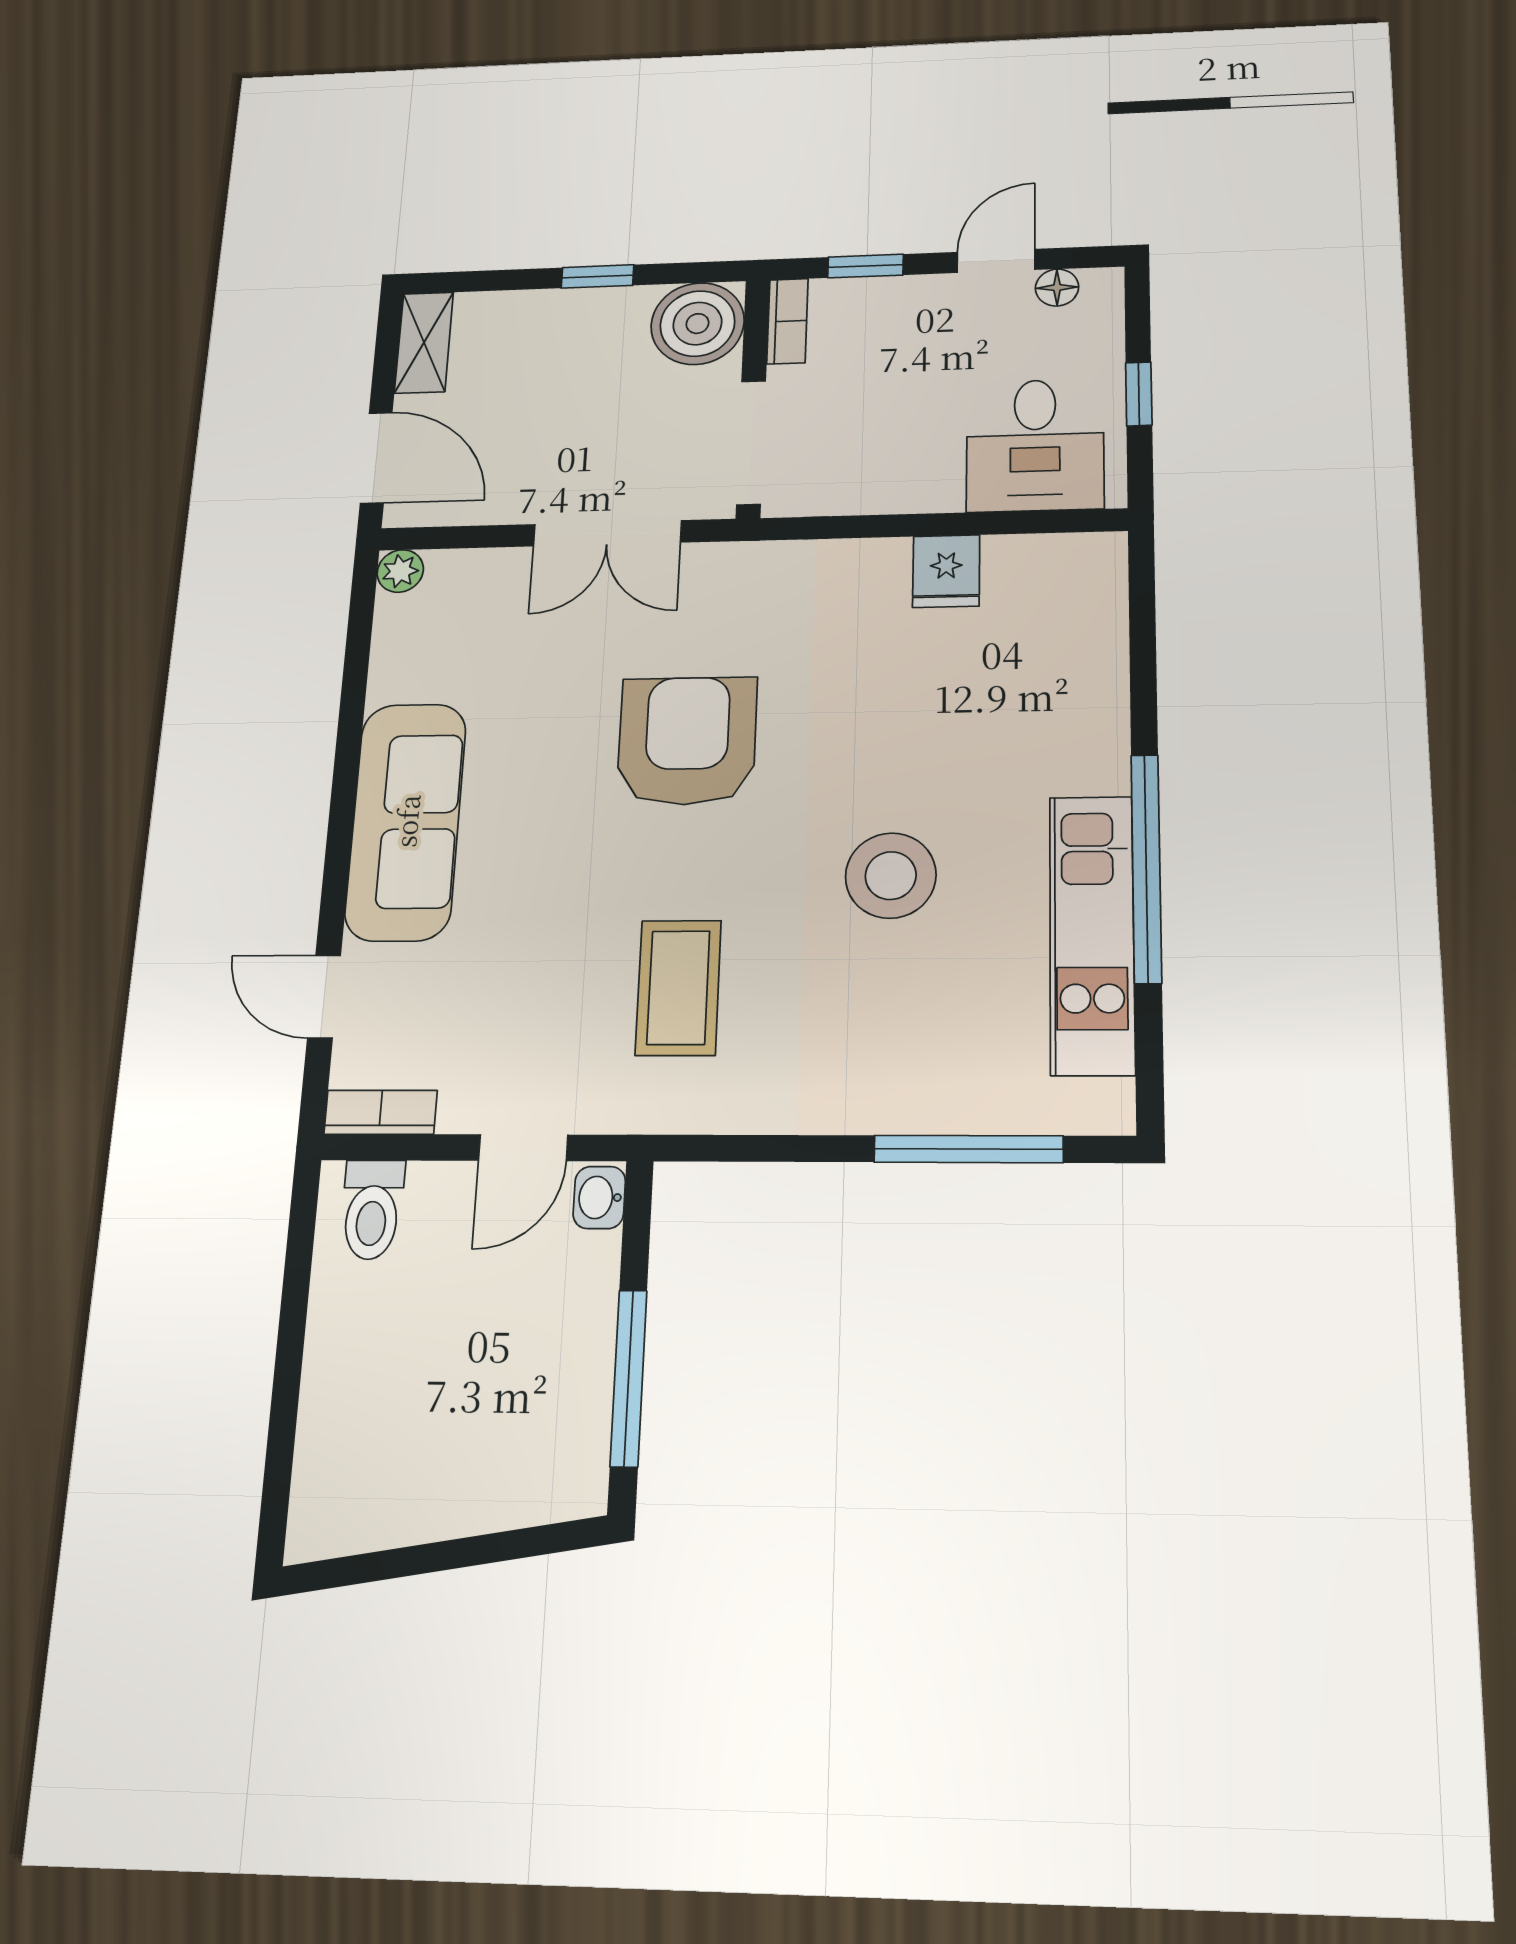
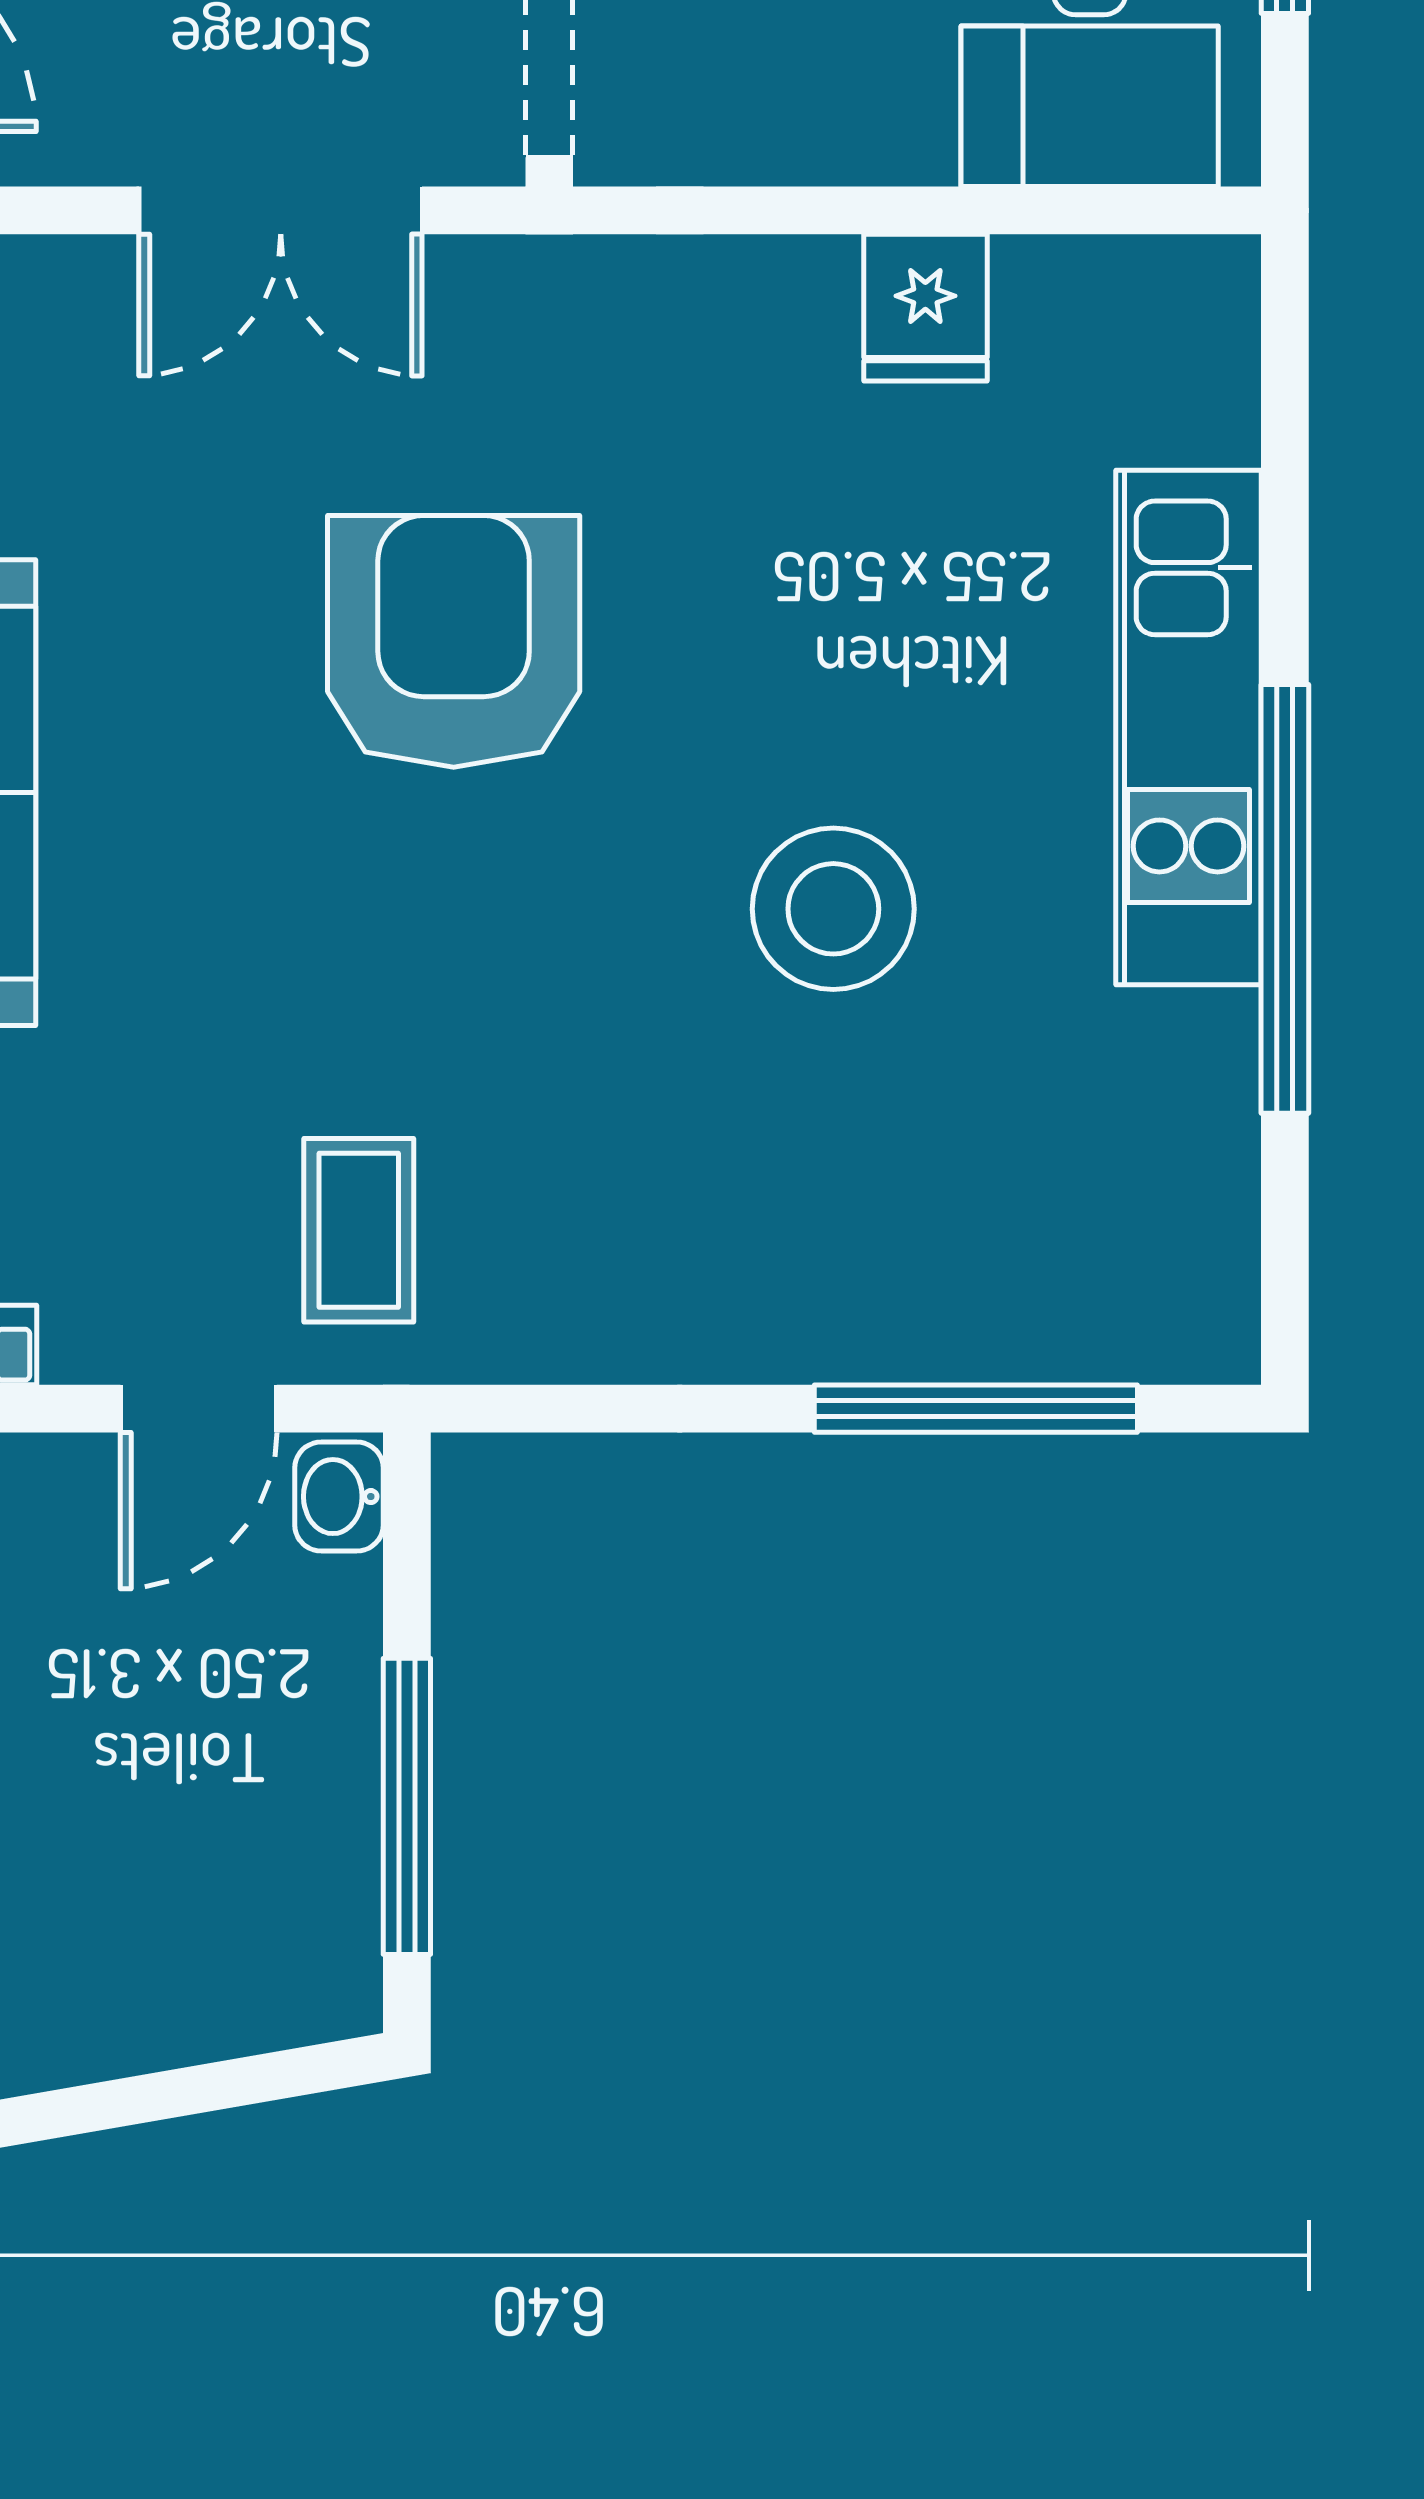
kitchen unit: (1092, 934) -> (1188, 728), moved
coffee table: (678, 988) -> (359, 1230), moved, width x0.73, depth x0.77

